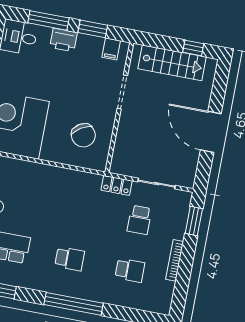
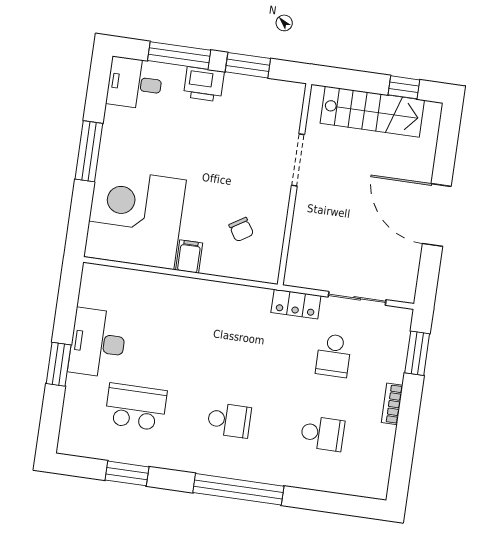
filing cabinet: (111, 49) -> (189, 256), moved, turned 180
chair: (83, 135) -> (241, 230), width x0.54, depth x0.54
bookcase: (175, 260) -> (392, 404), width x0.64

